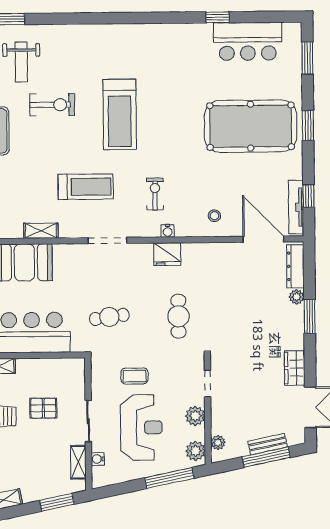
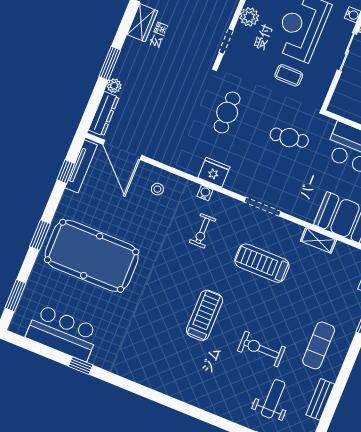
treadmill: (120, 114) -> (204, 315), width x0.73, depth x0.73

